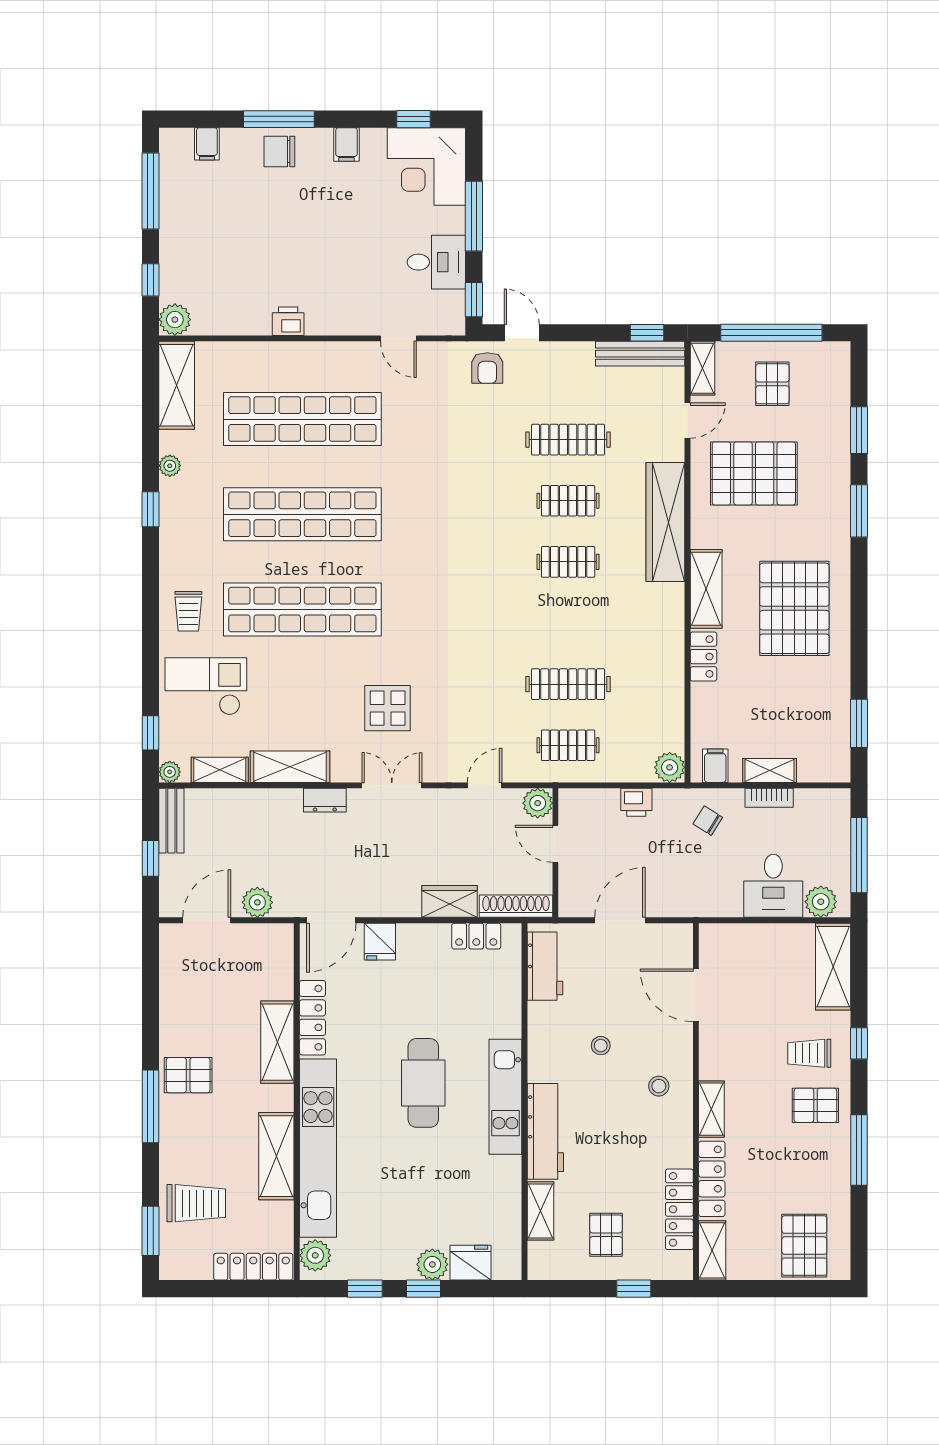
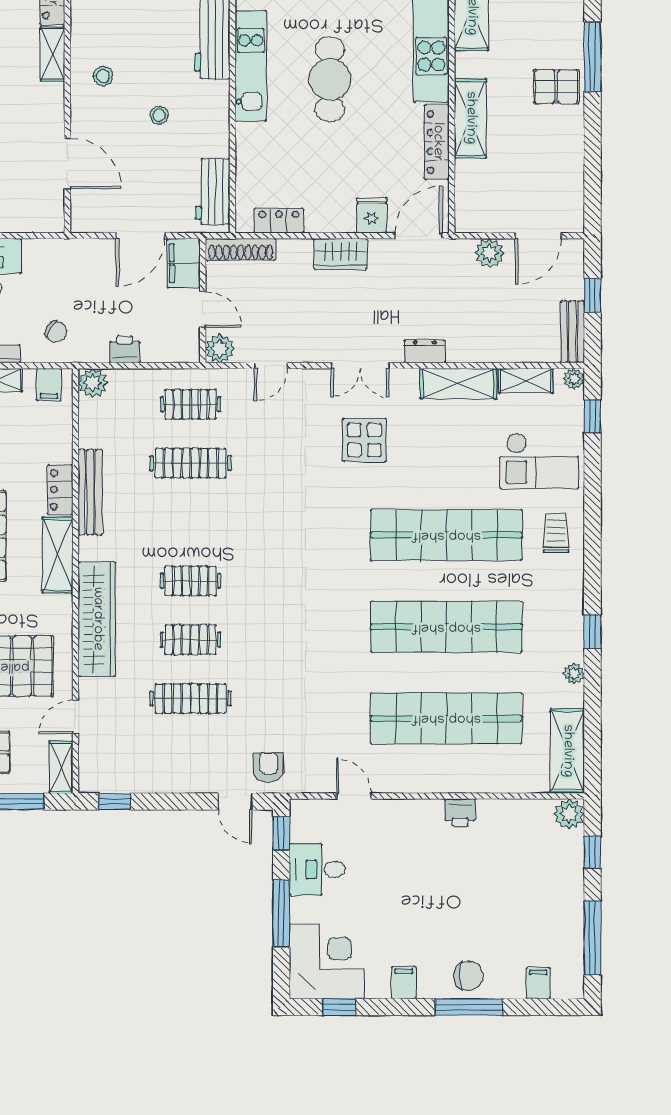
bench: (640, 354) -> (90, 492), moved, turned 90
filing cabinet: (575, 892) -> (183, 263), added
wardrobe: (449, 901) -> (340, 254), moved

